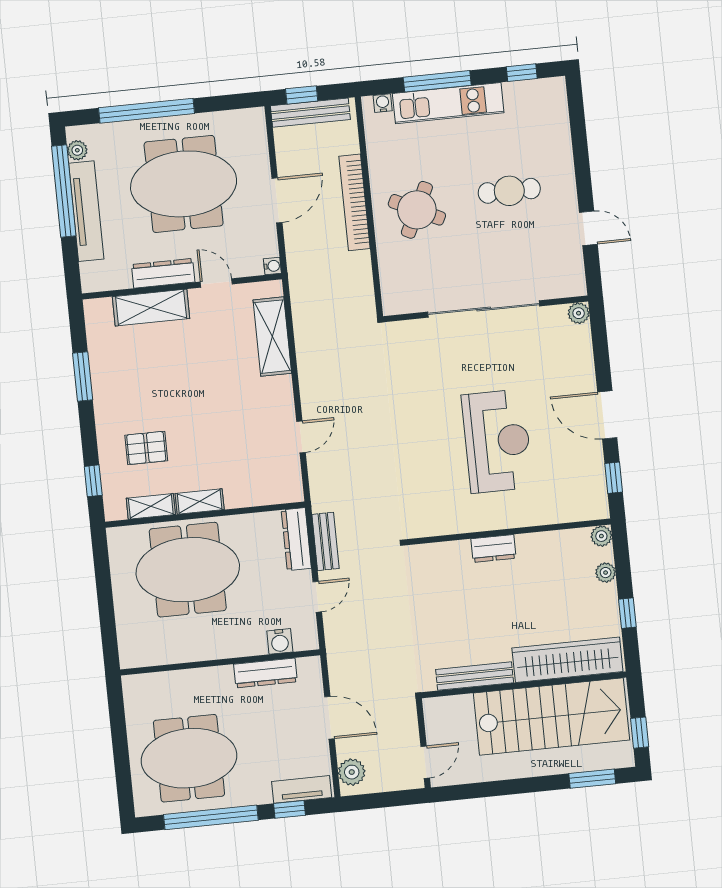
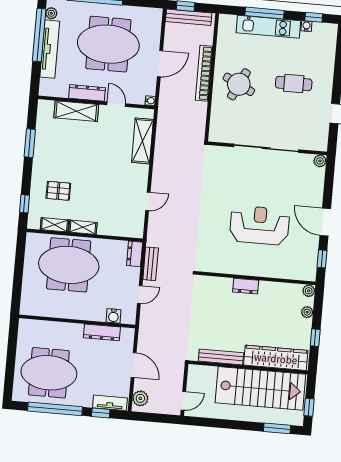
water cooler: (383, 103) -> (306, 26), moved
reception desk: (497, 441) -> (259, 225), turned -90
dresser: (296, 539) -> (135, 254), width x0.70

